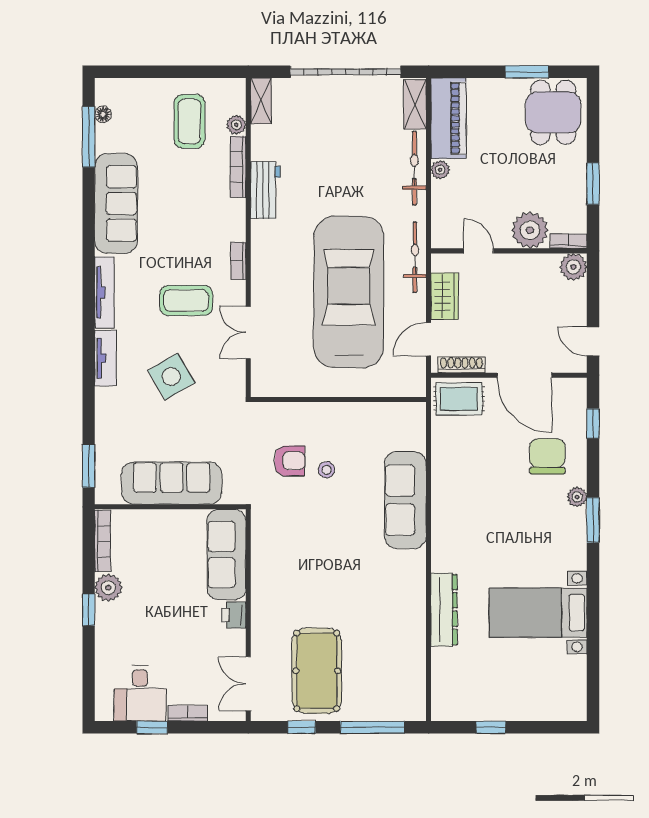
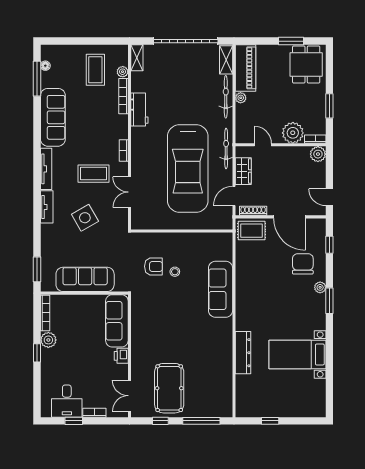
car: (349, 292) -> (188, 169), turned 180

